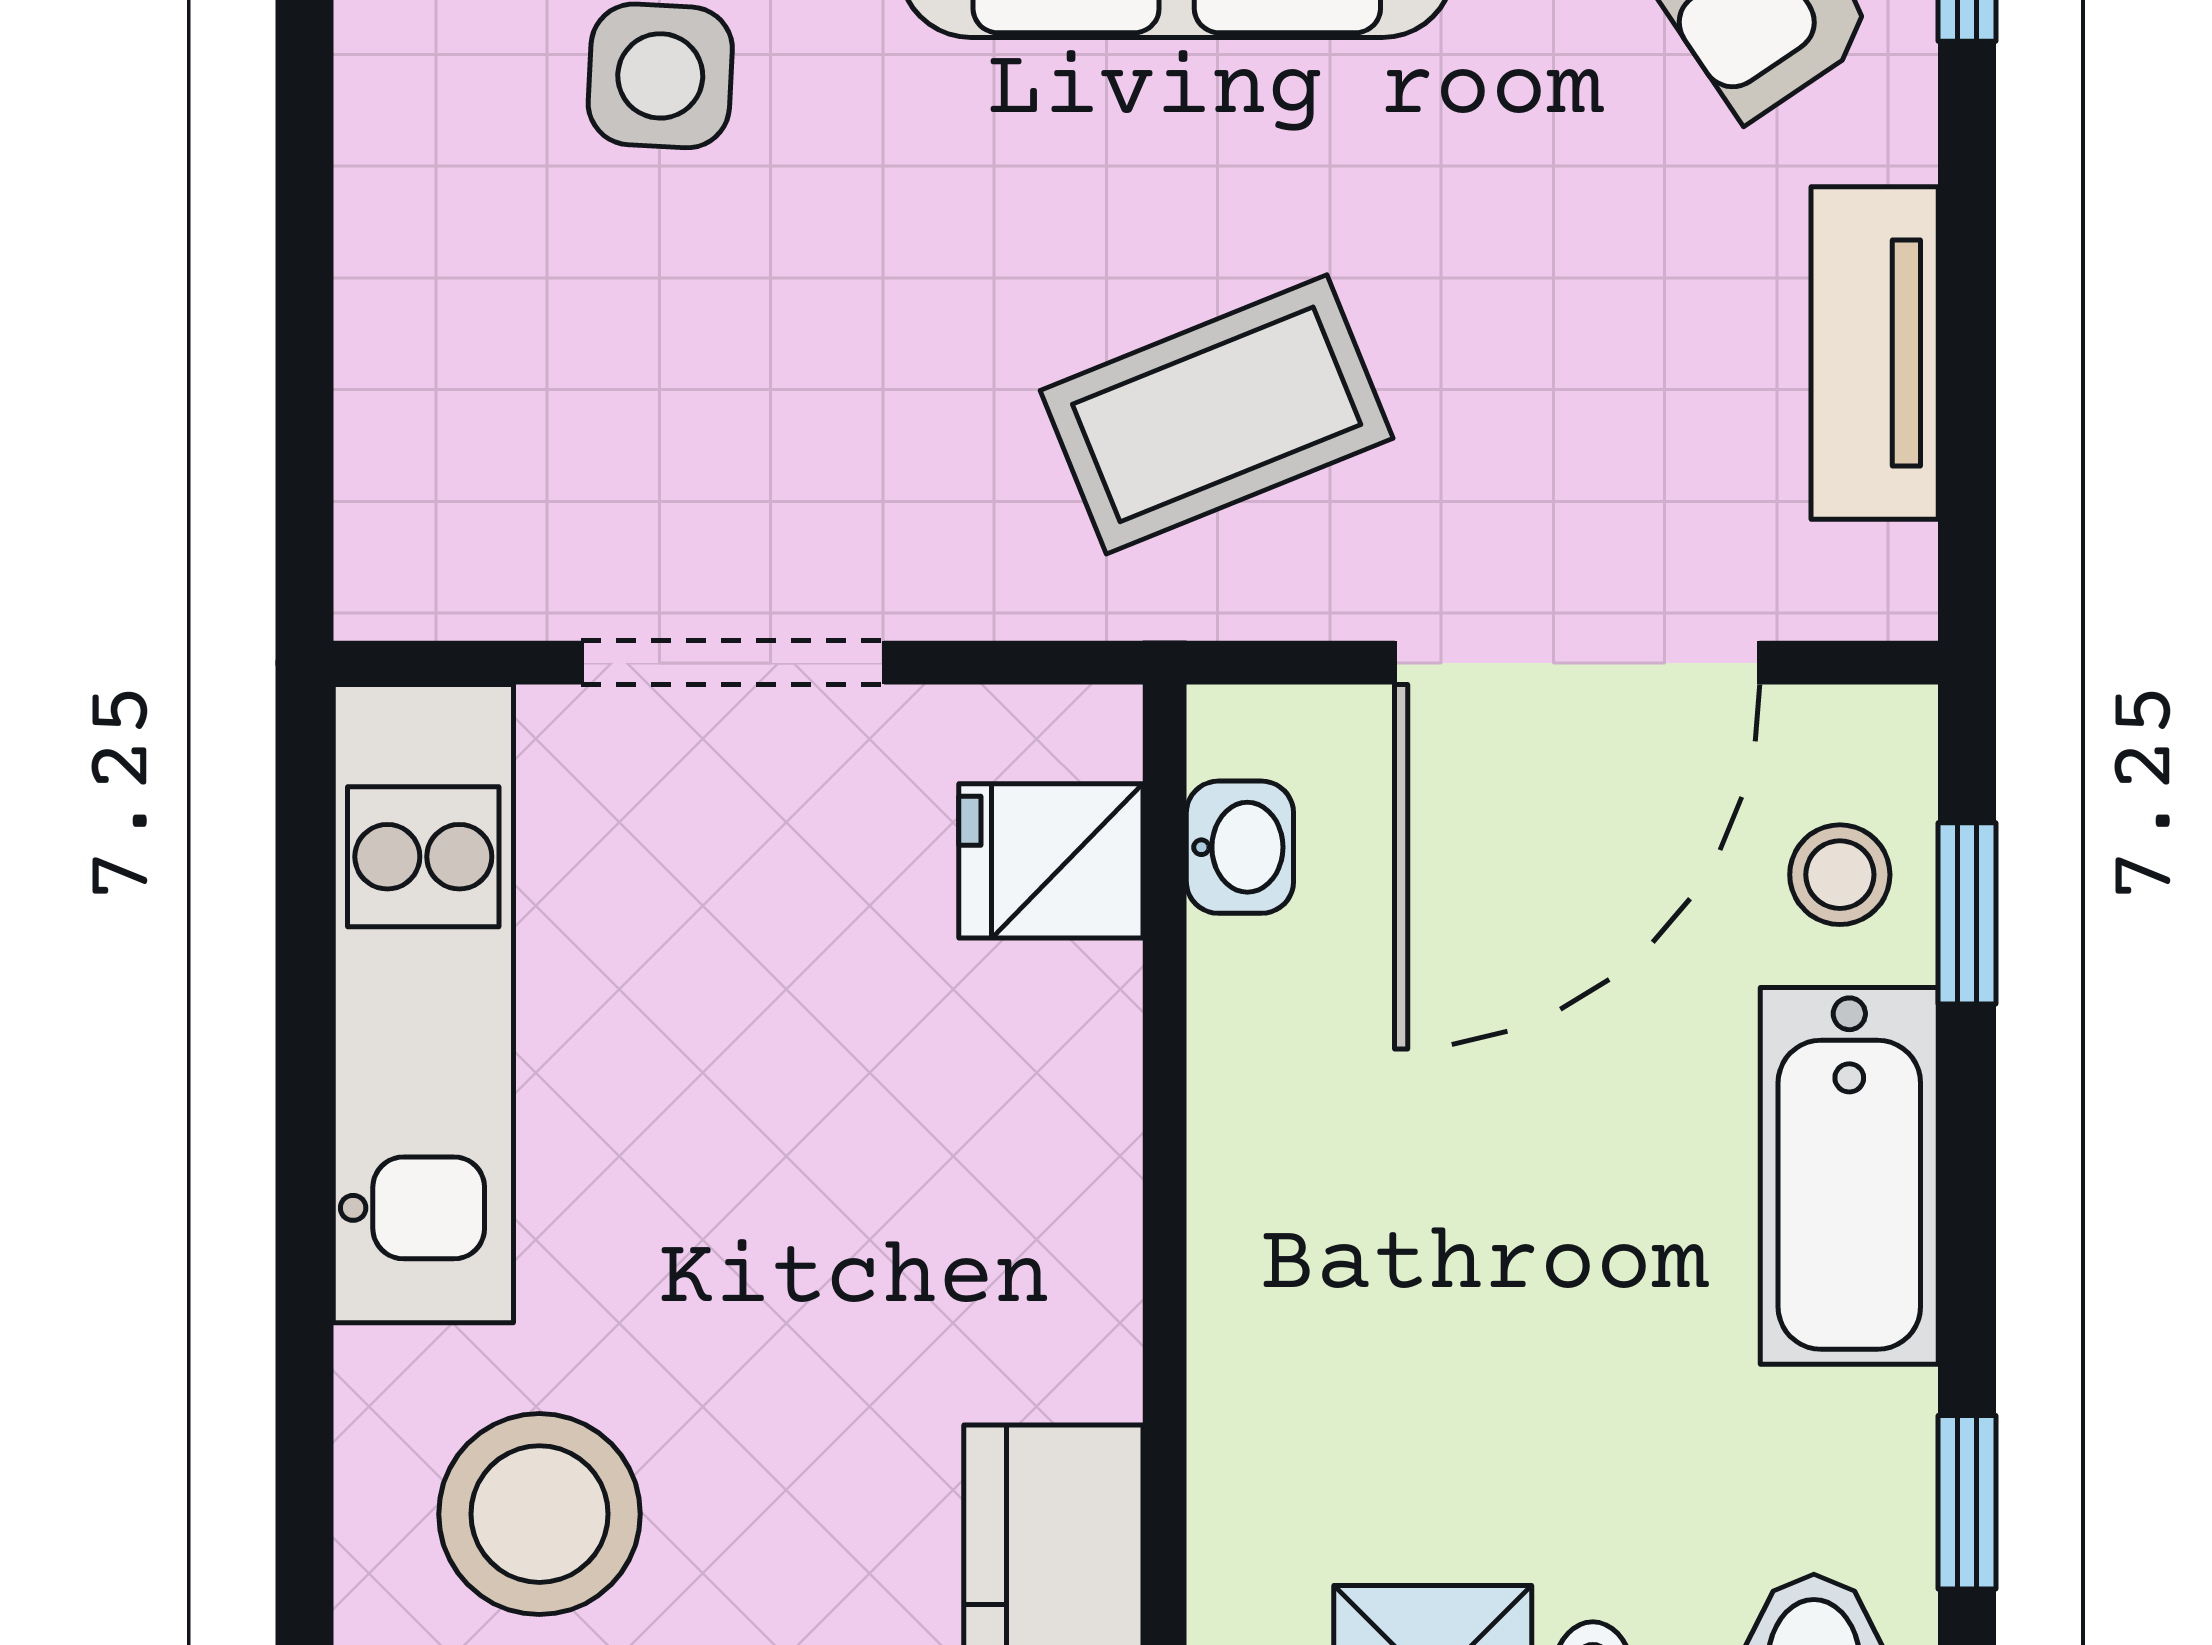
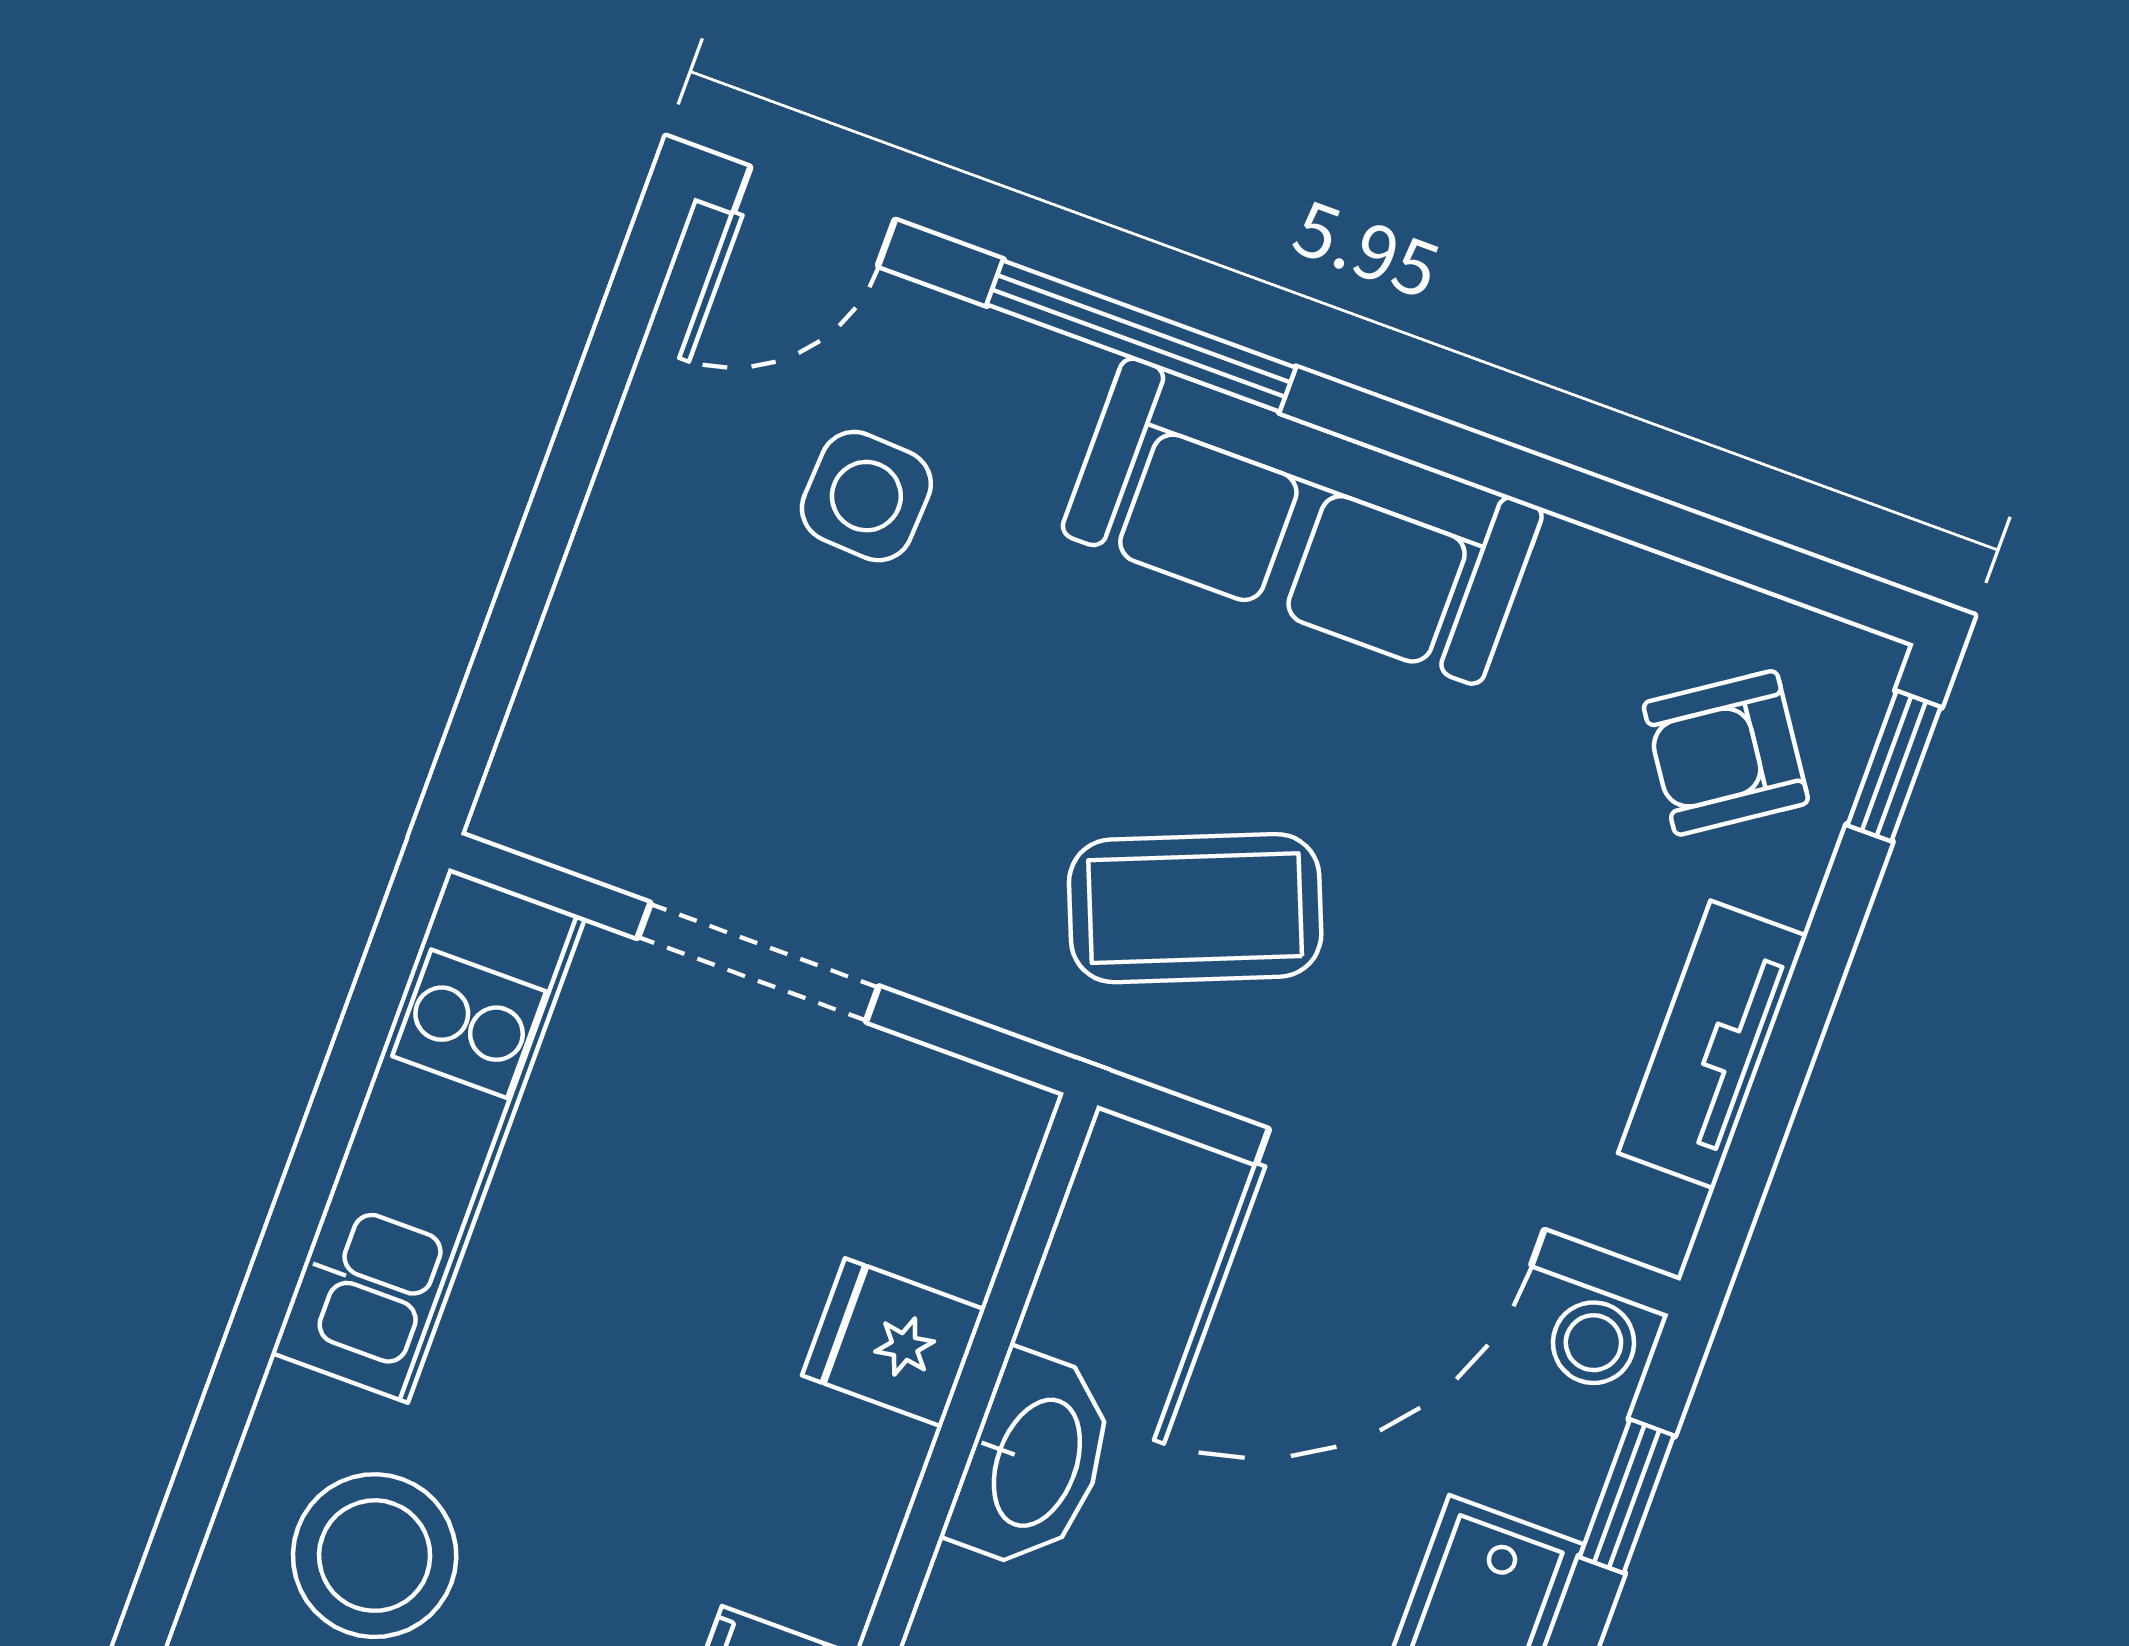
washbasin: (1240, 847) -> (1033, 1461), moved, width x1.91, depth x1.45
fridge: (1051, 861) -> (893, 1342), moved
stool: (1840, 875) -> (1593, 1343), moved

